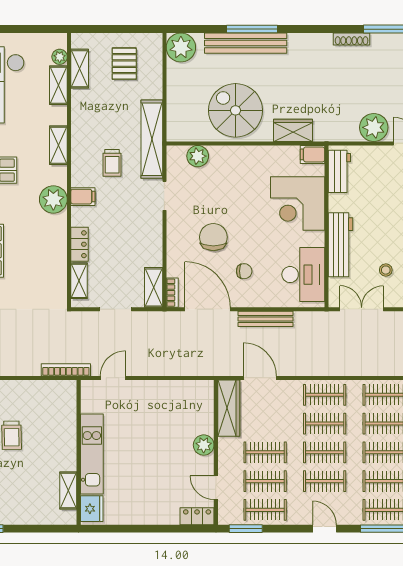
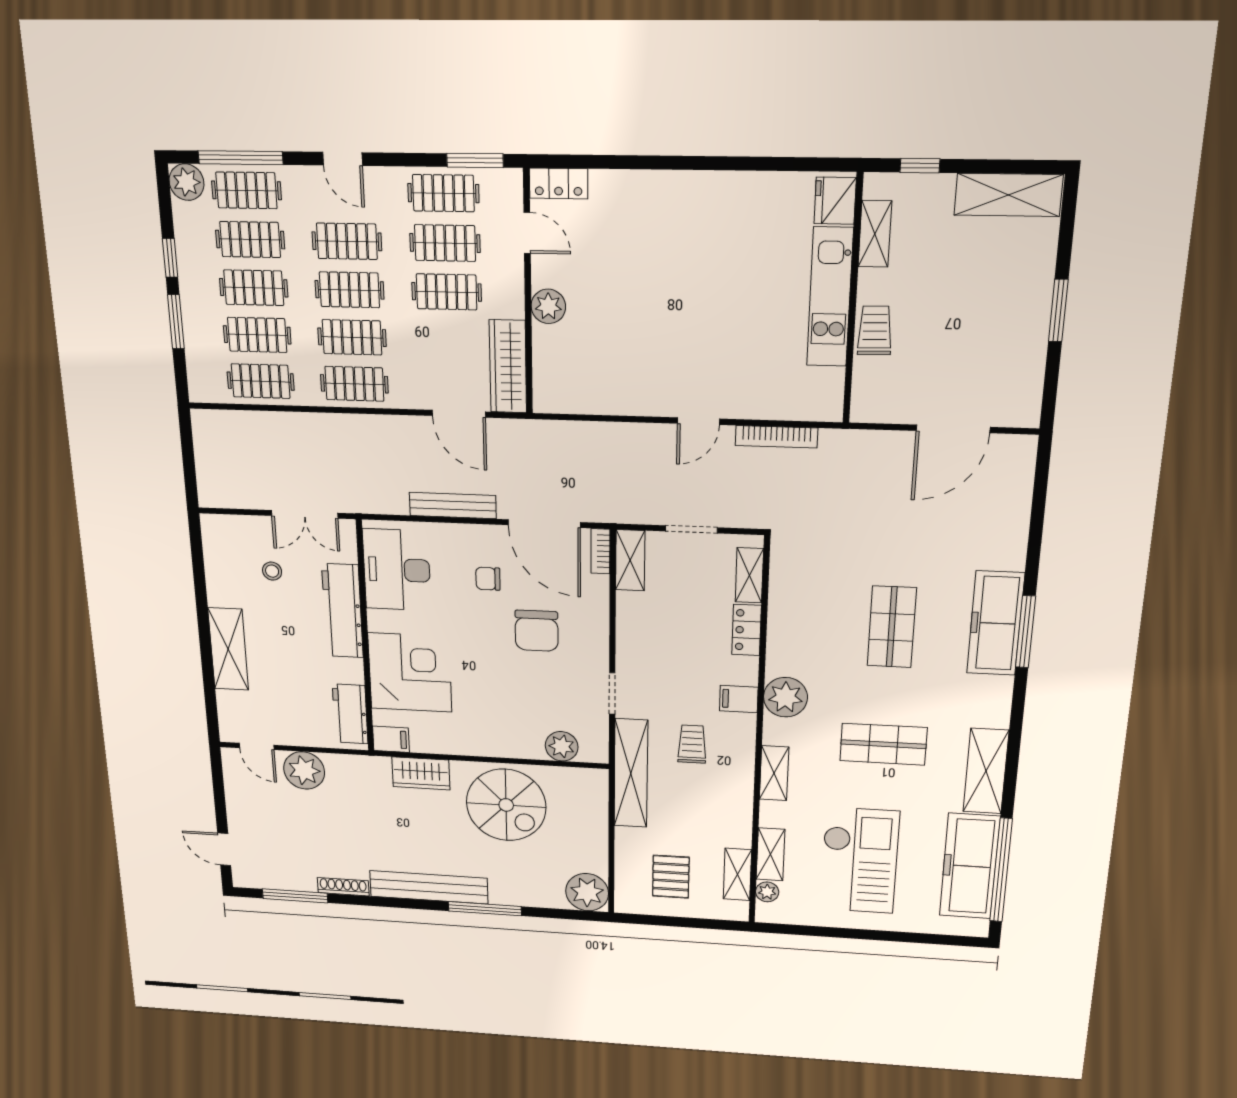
bench: (246, 43) -> (429, 887), moved
wall: (79, 452) -> (853, 301), moved
kitchen unit: (92, 454) -> (830, 297), moved
shelving: (68, 491) -> (875, 234), moved
fridge: (92, 509) -> (835, 201), moved

